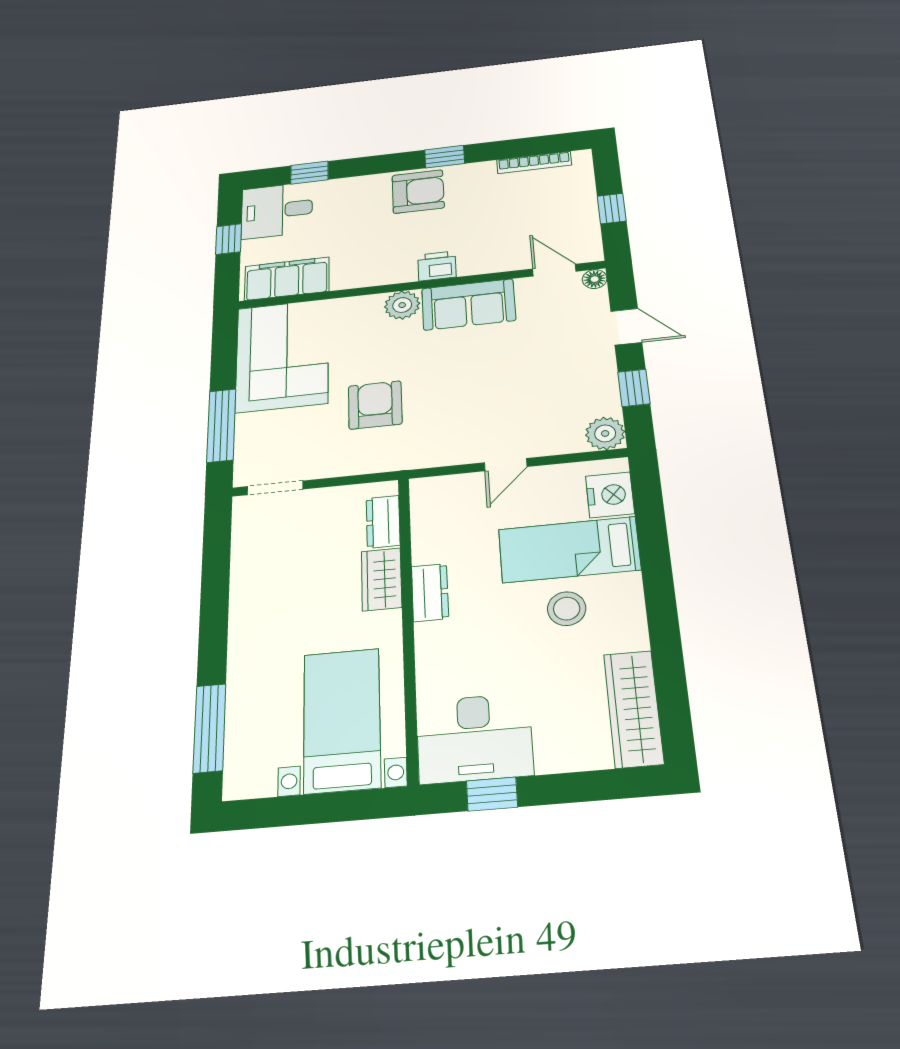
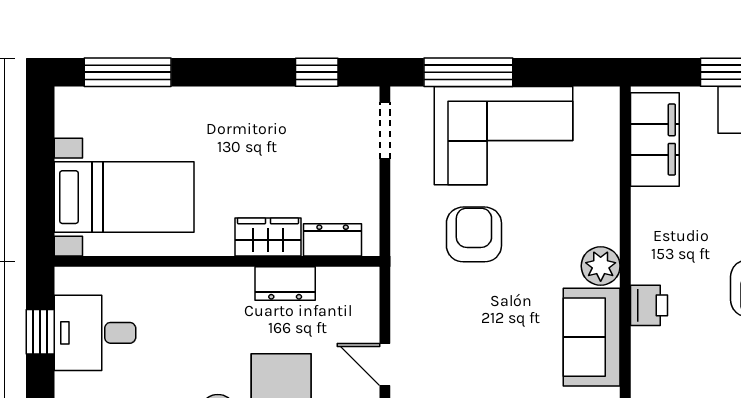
corner sofa: (282, 355) -> (503, 136), moved
armchair: (375, 405) -> (474, 234), turned -90
window: (216, 552) -> (317, 72), added
dresser: (430, 592) -> (285, 284), moved
desk: (474, 738) -> (95, 333), width x0.73

